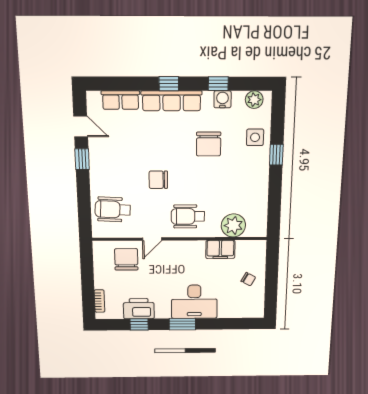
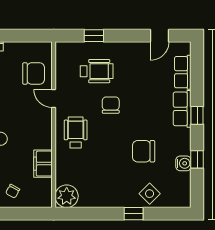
plant: (254, 100) -> (183, 192), removed
row of seats: (172, 101) -> (182, 109), width x0.68
side table: (255, 137) -> (150, 194), turned 45
window: (82, 159) -> (94, 36), moved
wheelchair: (113, 209) -> (97, 71), moved, turned 87
plant: (233, 225) -> (67, 196), moved

